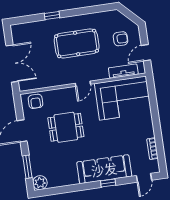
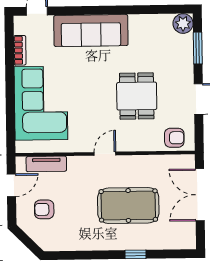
pool table: (77, 43) -> (128, 205), moved
corner sofa: (123, 98) -> (41, 103), moved, turned 90
armchair: (35, 101) -> (174, 138), turned 90
dining table: (66, 127) -> (137, 96), turned 90
window: (108, 183) -> (88, 10), removed

